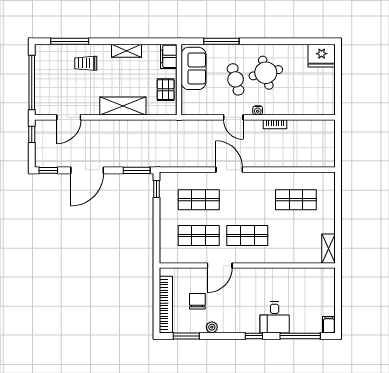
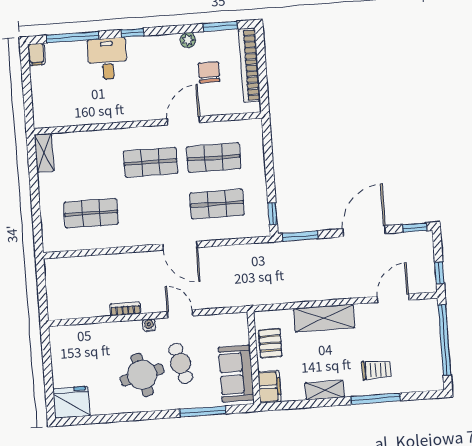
window: (70, 41) -> (375, 399), moved
chair: (197, 301) -> (209, 72), turned 180

